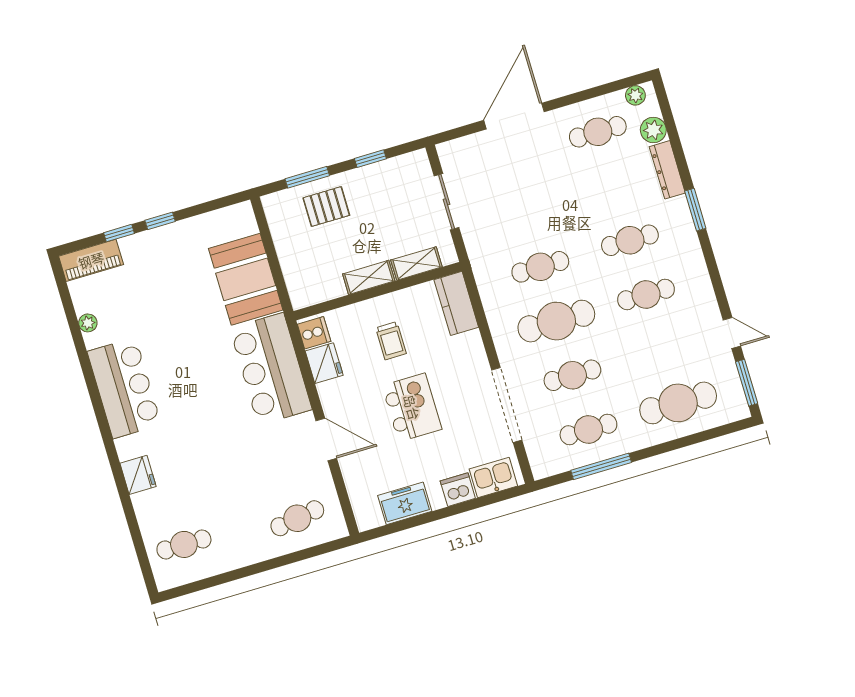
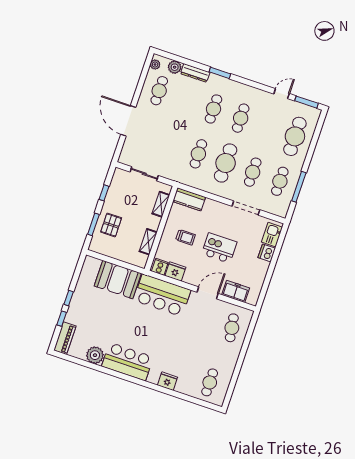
shelving: (369, 277) -> (148, 242), moved
plant: (88, 323) -> (95, 355), width x1.87, depth x1.87
doorway: (507, 405) -> (246, 208), width x0.73
freezer: (405, 503) -> (236, 291), moved, turned 90

